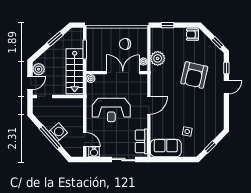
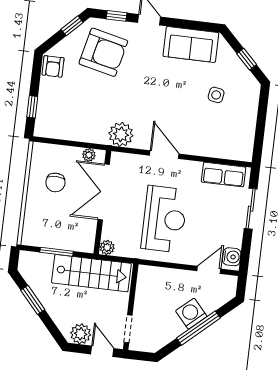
plant: (158, 58) -> (121, 134), moved
armchair: (194, 75) -> (103, 52), moved
sofa: (166, 148) -> (191, 44), moved, turned -90

